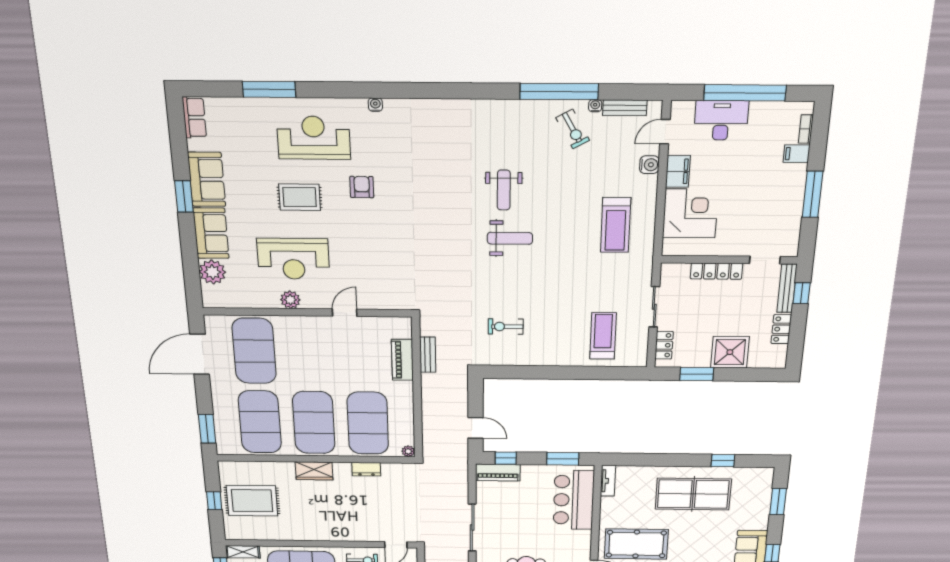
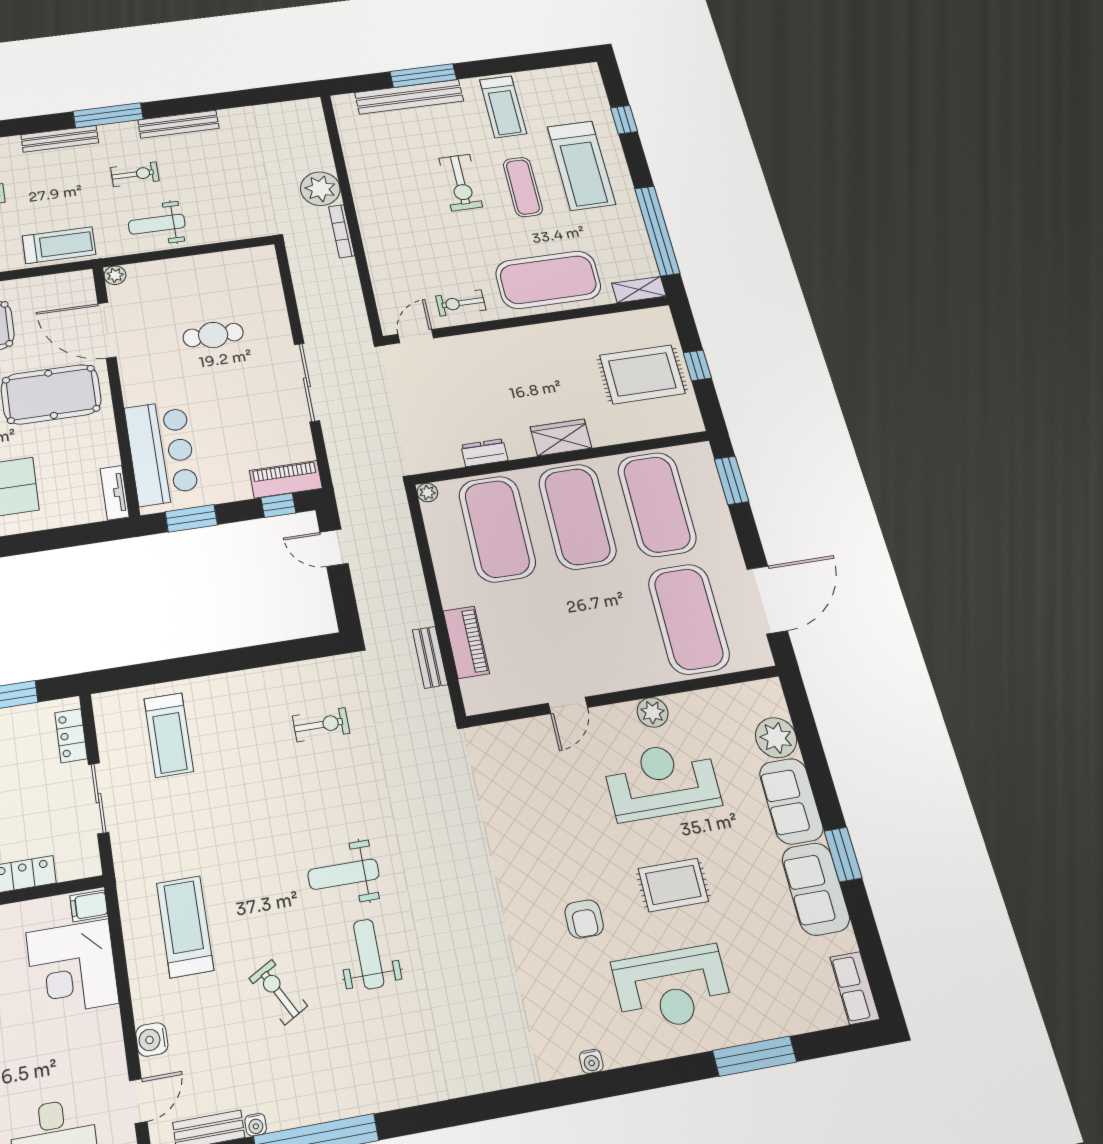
exercise bike: (573, 129) -> (278, 992), moved
filing cabinet: (678, 171) -> (89, 906), moved, width x0.50

